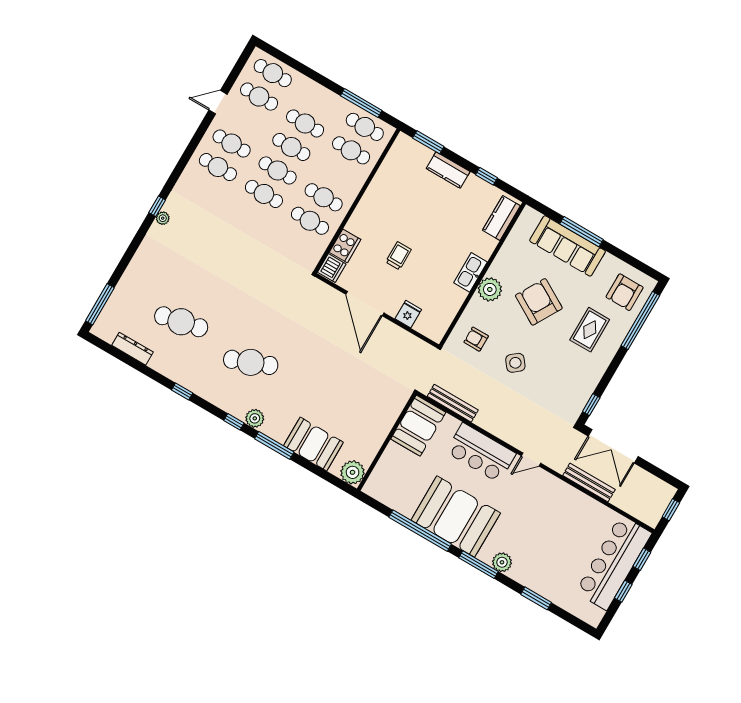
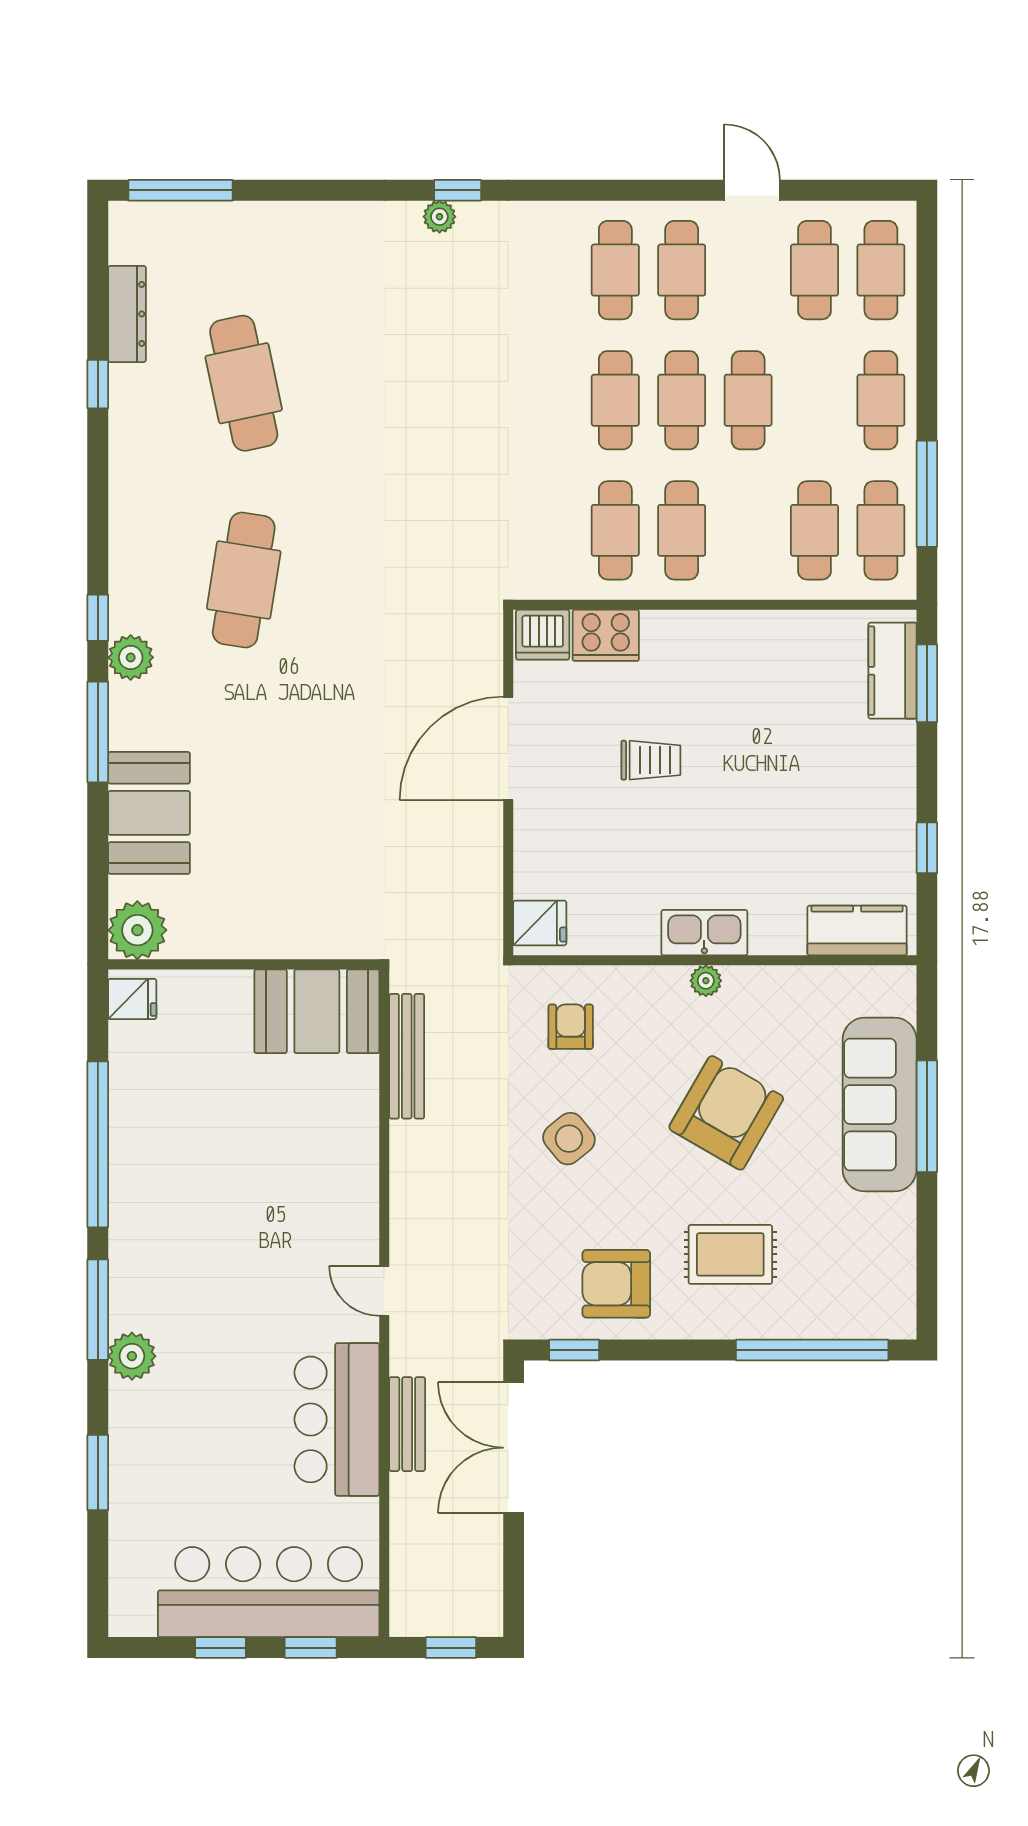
cafe table: (305, 123) -> (881, 400), moved
kitchen counter: (448, 170) -> (893, 671), moved
plant: (490, 289) -> (706, 981), width x0.53, depth x0.53
armchair: (625, 292) -> (616, 1284), moved
fridge: (408, 314) -> (540, 923), moved
cafe table: (251, 362) -> (244, 580), turned 30
window: (182, 392) -> (98, 384), moved
bar counter: (481, 453) -> (337, 1419), moved
bench: (589, 483) -> (407, 1424), width x0.73
fridge: (376, 488) -> (132, 999), added
booth: (456, 517) -> (171, 1202), removed

